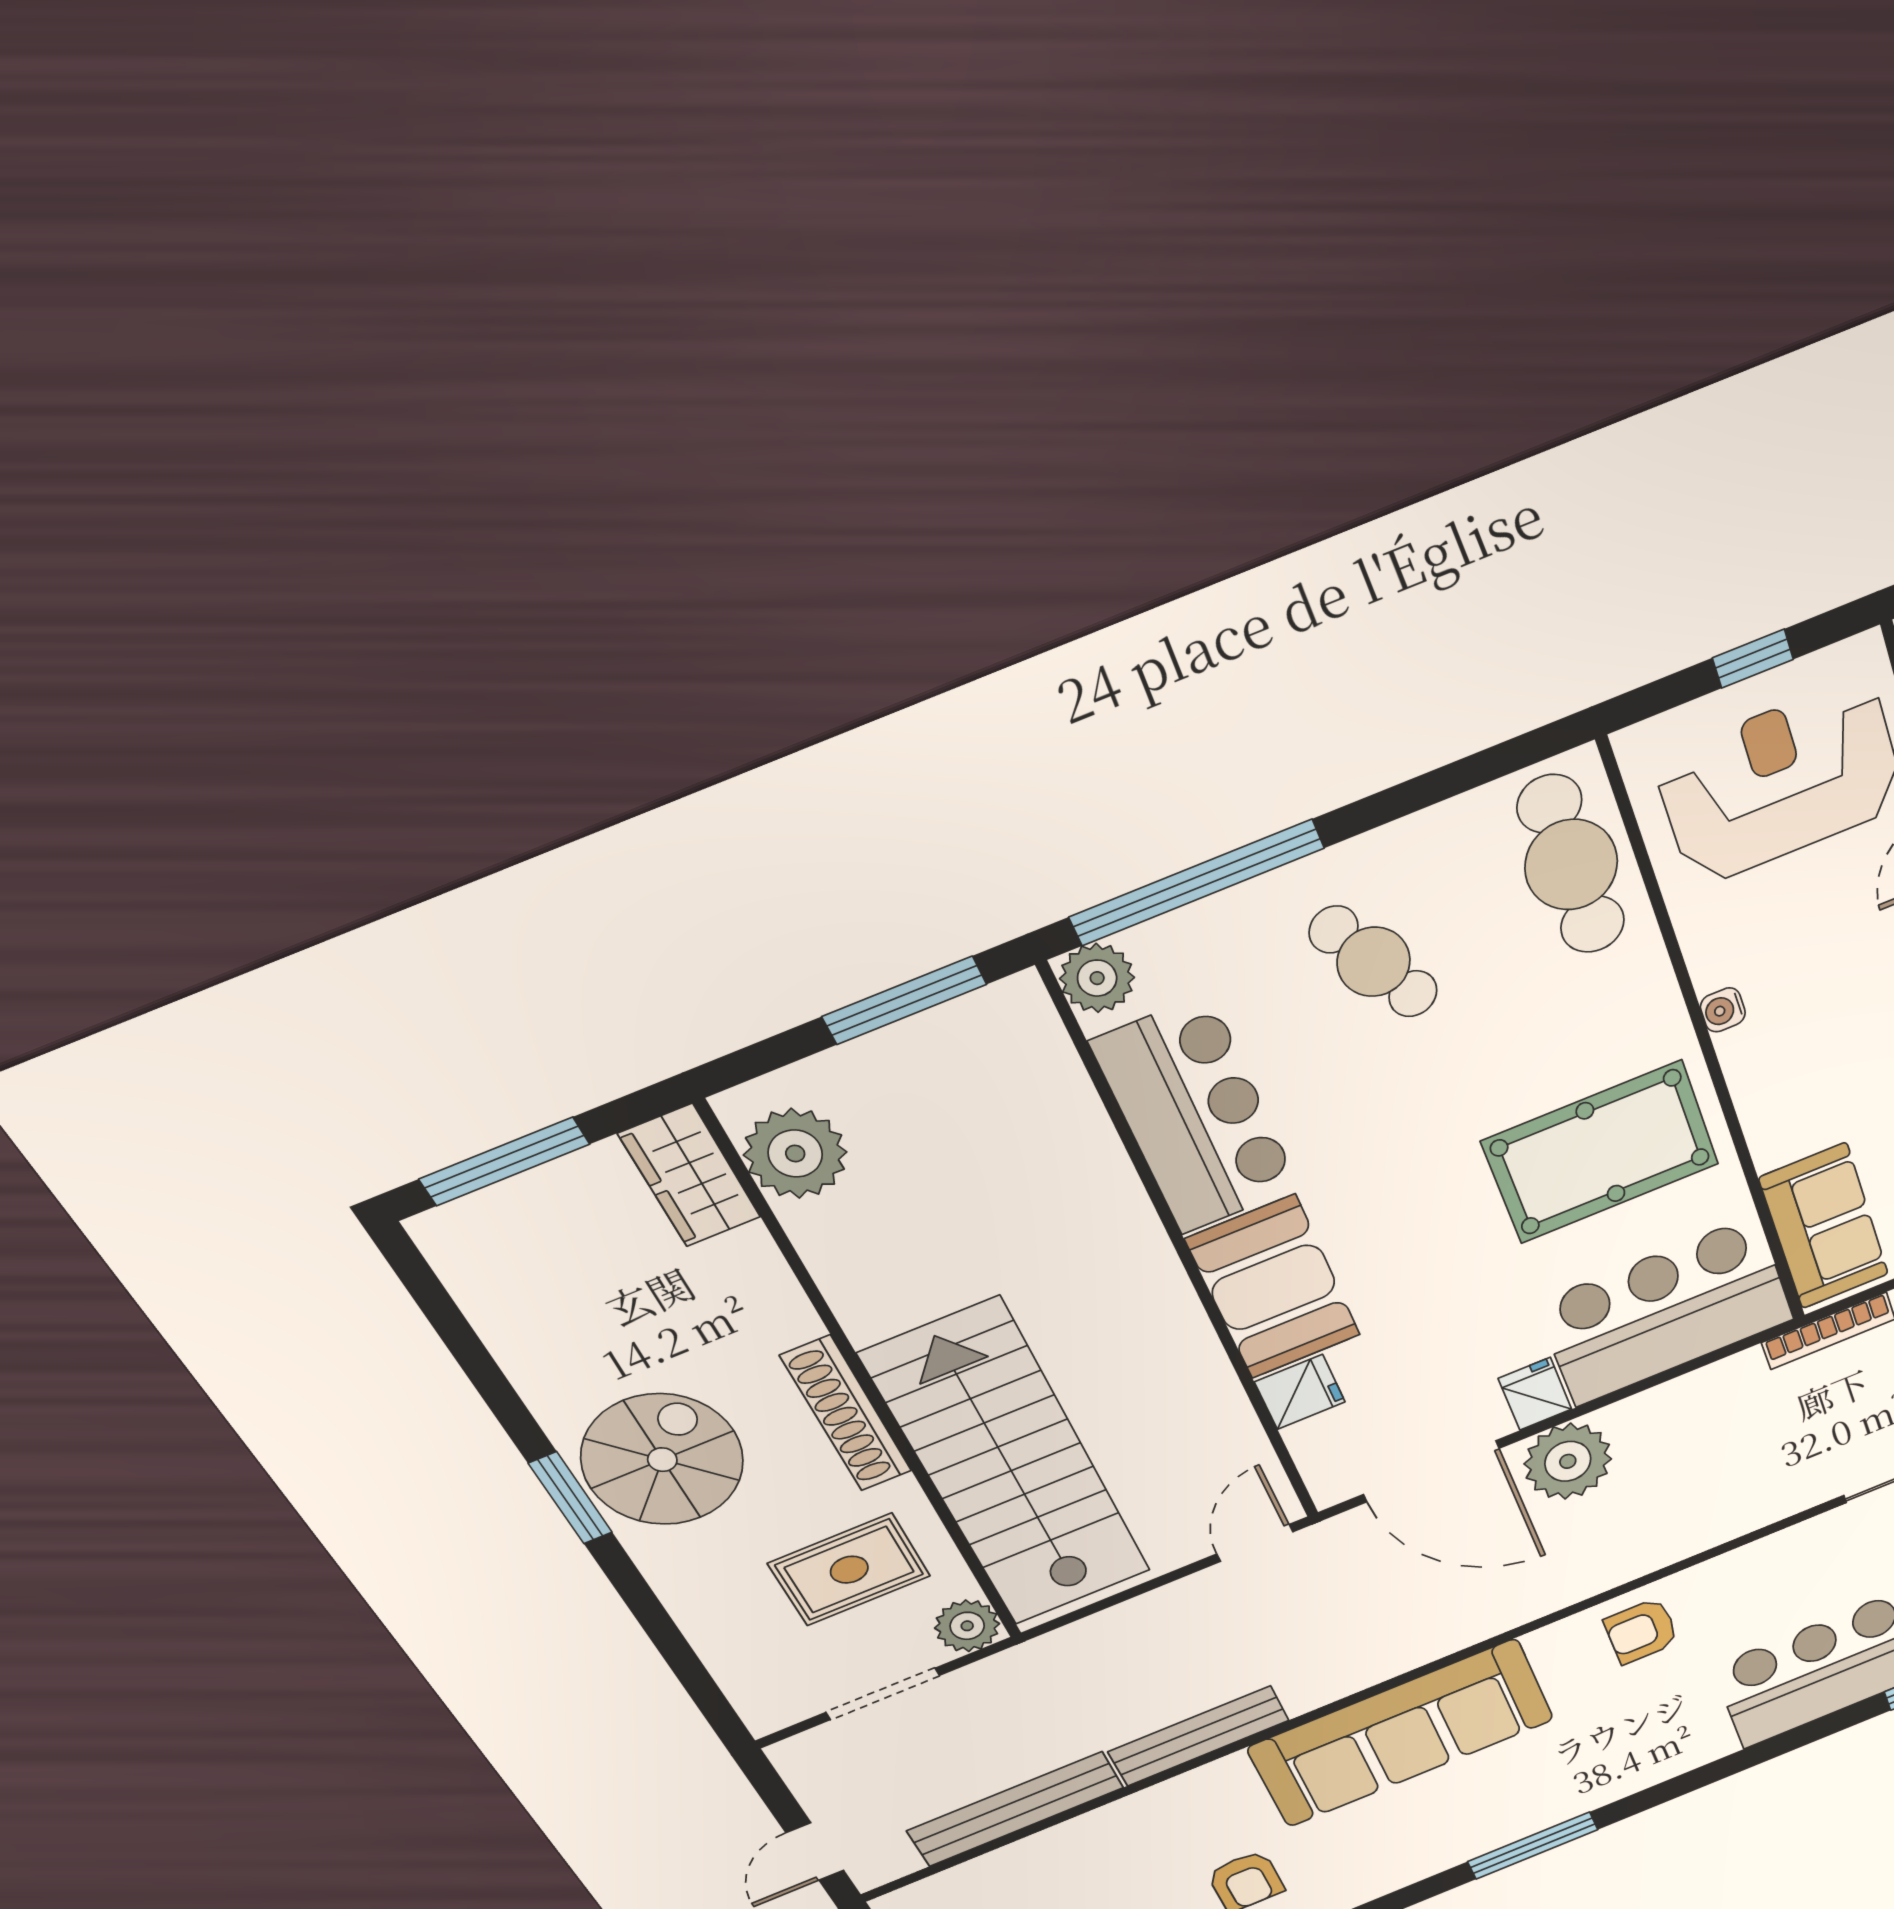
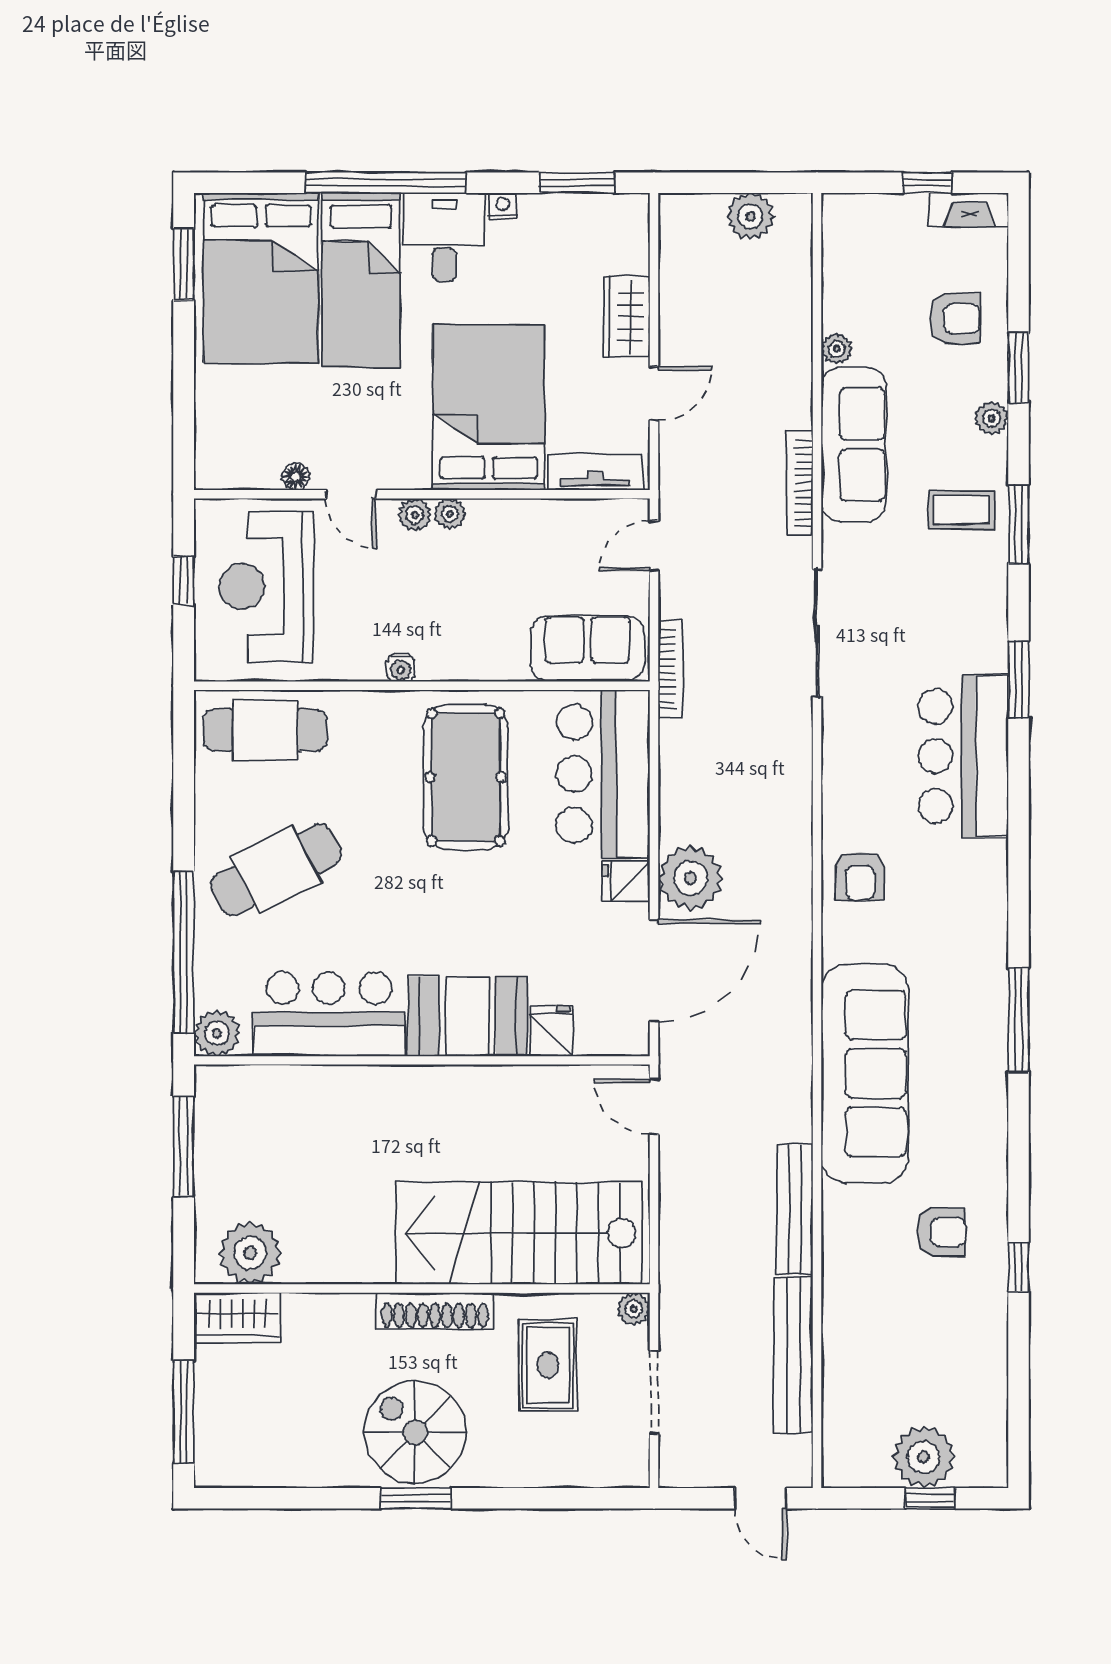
cafe table: (1374, 962) -> (276, 870), width x1.37, depth x1.35
plant: (967, 1626) -> (634, 1309), width x0.73, depth x0.73

